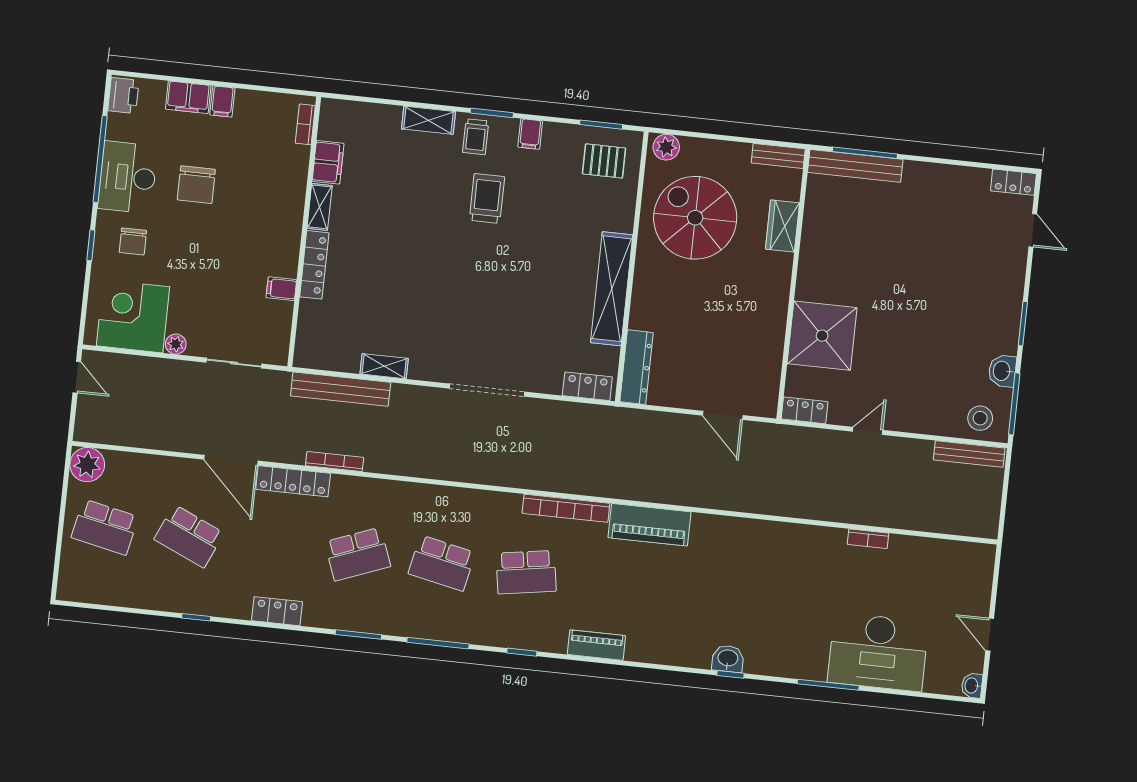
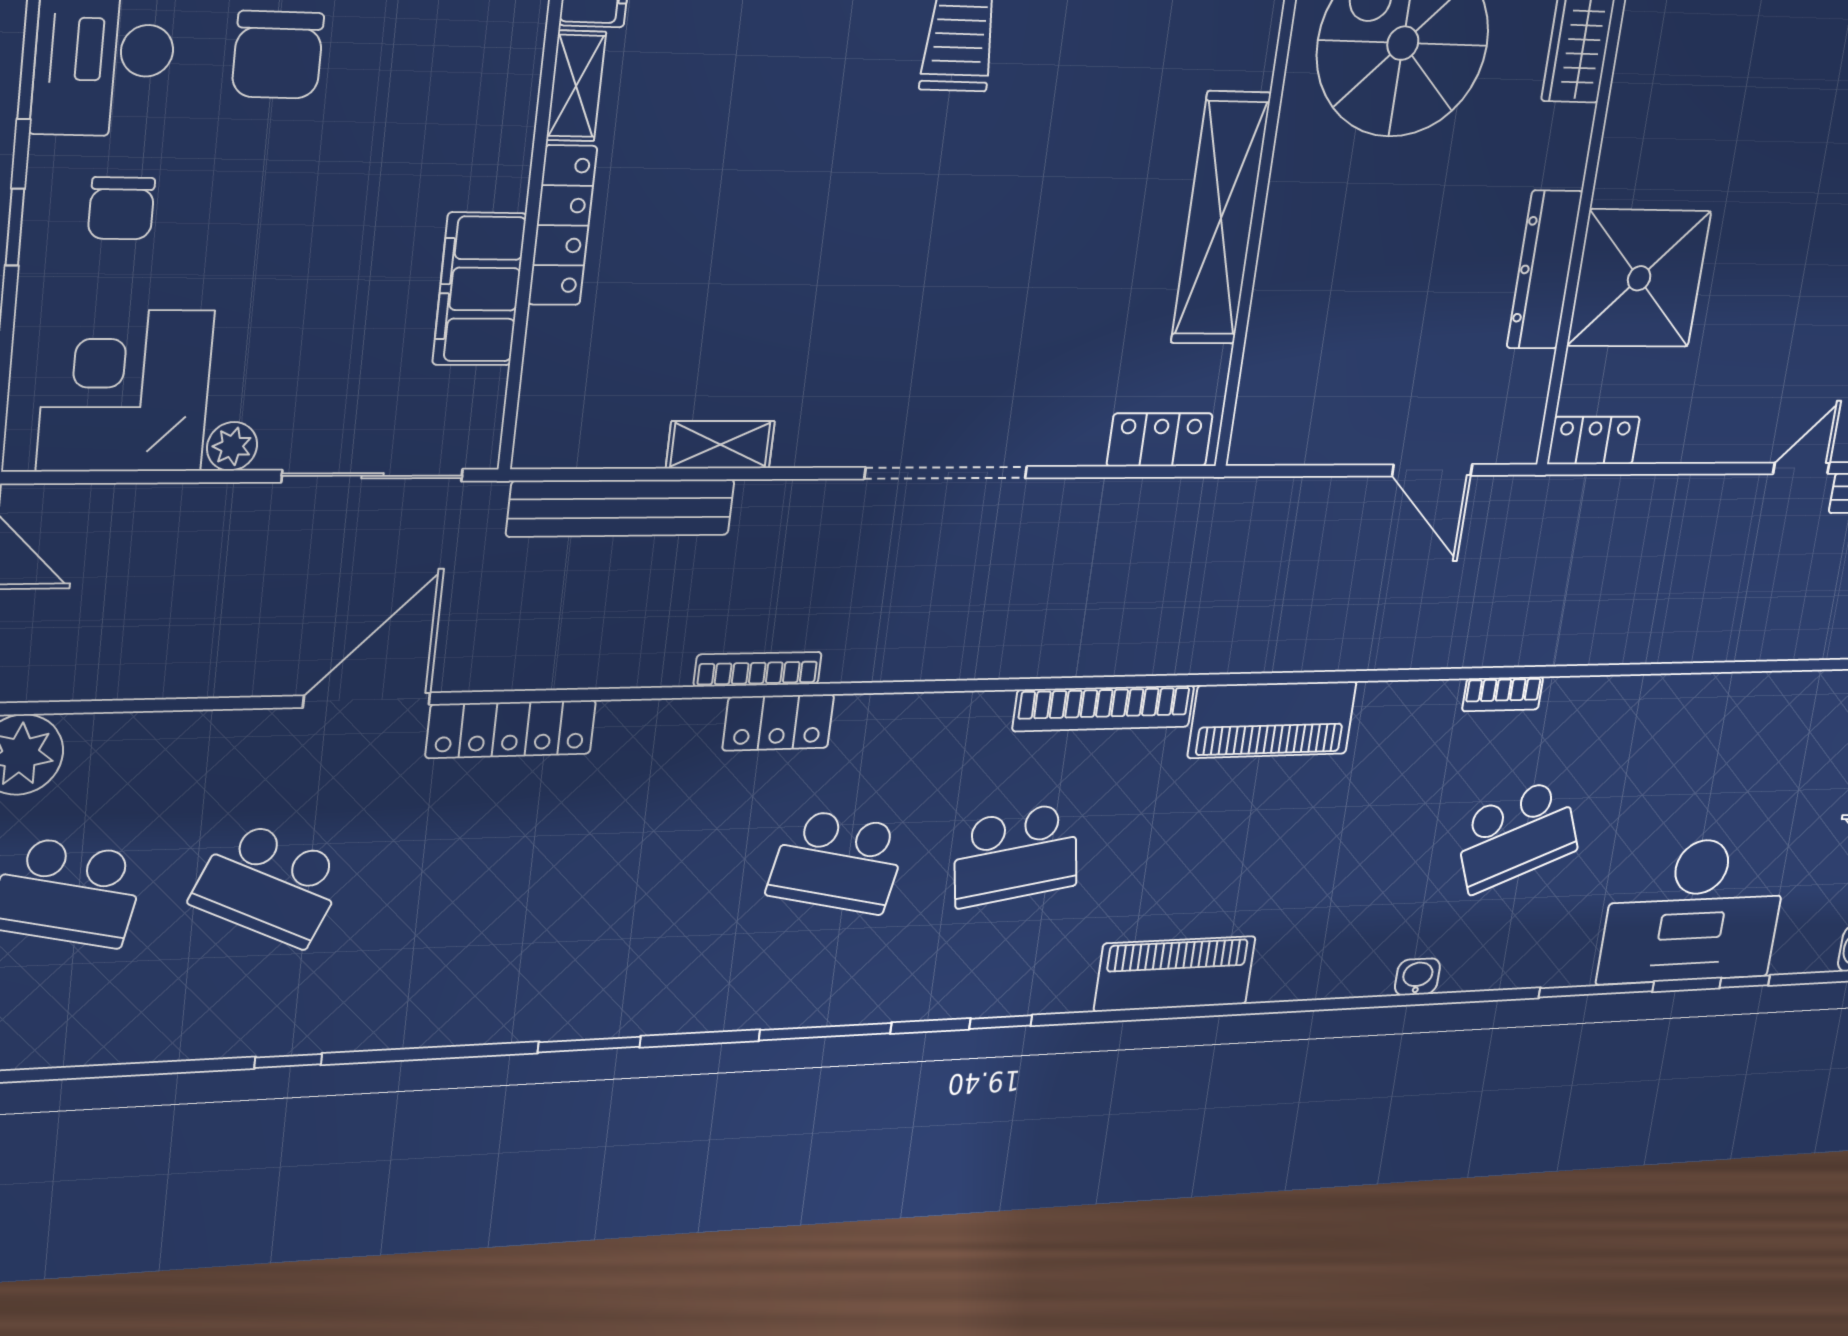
filing cabinet: (281, 289) -> (479, 289), width x3.00, depth x1.17
sliding door: (234, 363) -> (373, 476), width x1.37
dresser: (637, 367) -> (1545, 270), moved, turned 180
door: (868, 431) -> (1801, 468), moved
door: (231, 460) -> (367, 700), swing flipped
bookcase: (335, 462) -> (758, 669), moved
bookcase: (868, 539) -> (1503, 694), moved
school desk: (358, 554) -> (1516, 835), moved
locker: (277, 611) -> (778, 722), moved, turned 180
window: (358, 635) -> (589, 1045), moved
piano: (596, 645) -> (1175, 974), width x1.37, depth x1.33
washbasin: (728, 659) -> (1417, 977), width x0.72, depth x0.69
window: (731, 674) -> (1745, 982), moved

